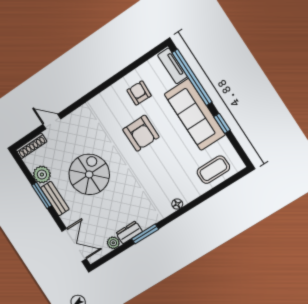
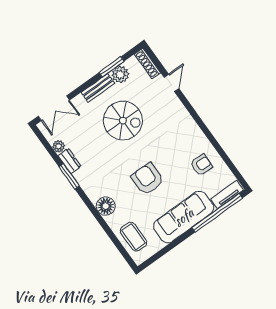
window: (222, 123) -> (176, 242), removed
armchair: (141, 133) -> (147, 179), moved, turned 90
window: (42, 195) -> (112, 67), moved
floor lamp: (177, 204) -> (106, 206), width x1.89, depth x1.89

